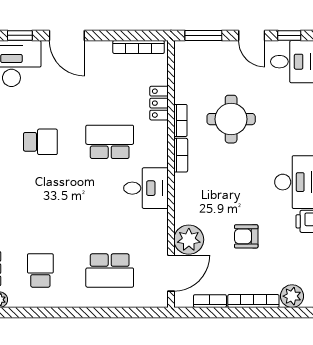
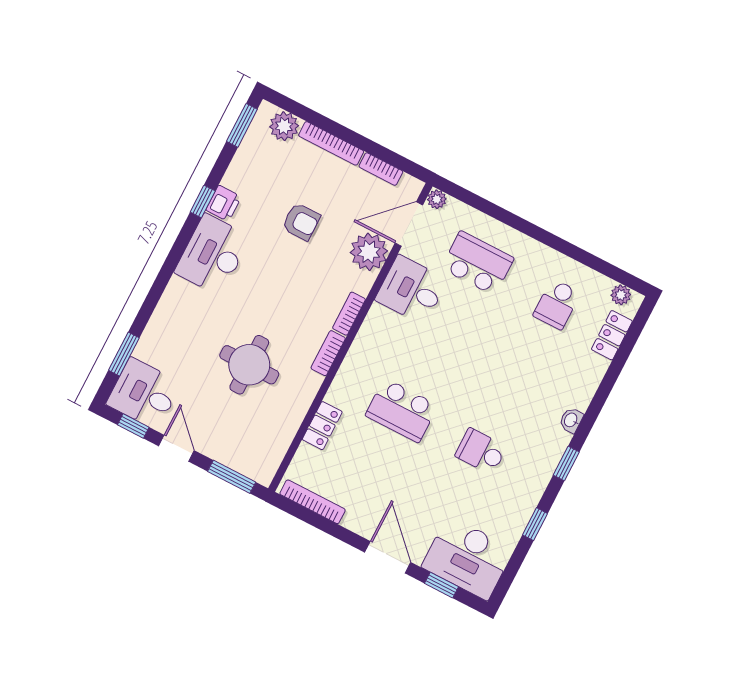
bookcase: (180, 120) -> (349, 314), moved
desk: (146, 188) -> (411, 290), moved
plant: (161, 300) -> (437, 199), added

